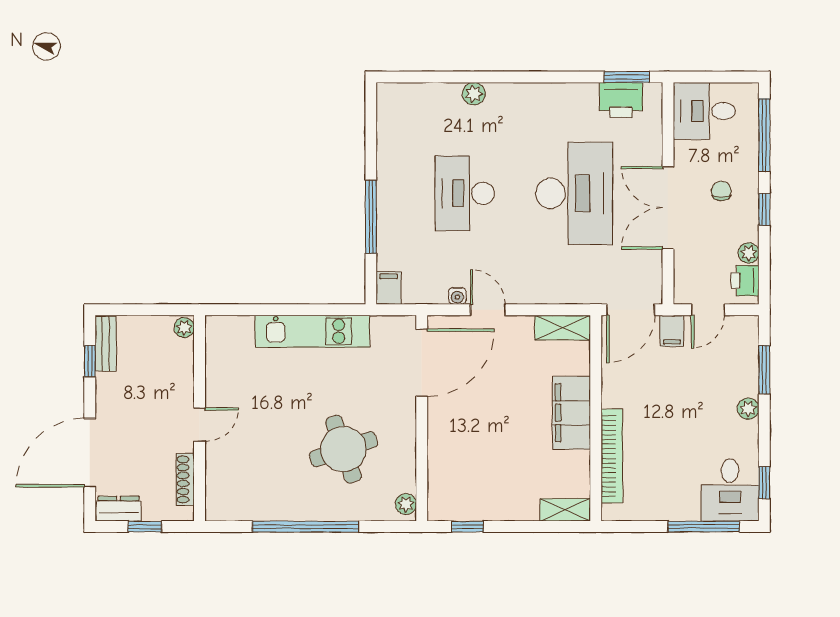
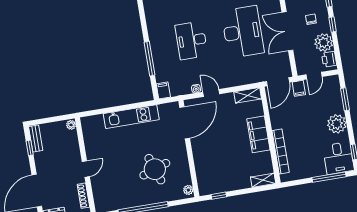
plant: (749, 253) -> (324, 43), width x1.88, depth x1.88
plant: (748, 409) -> (337, 124), width x1.88, depth x1.88

